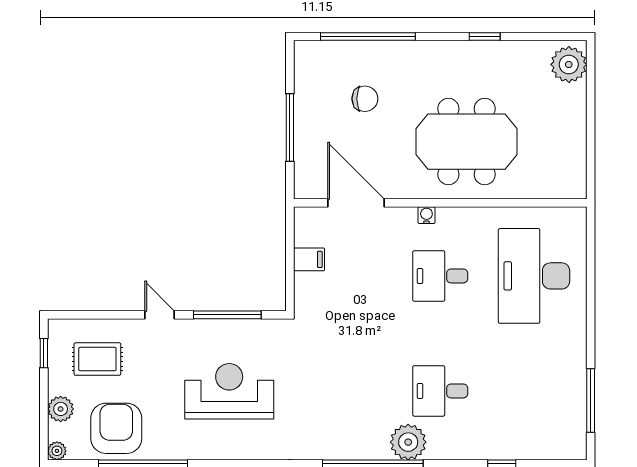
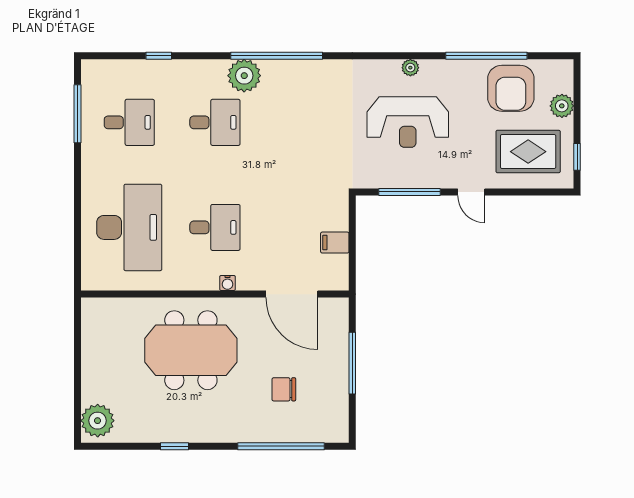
rug: (97, 359) -> (528, 152), width x1.36, depth x1.43
desk: (534, 391) -> (129, 122), added
plant: (57, 451) -> (410, 68), moved

